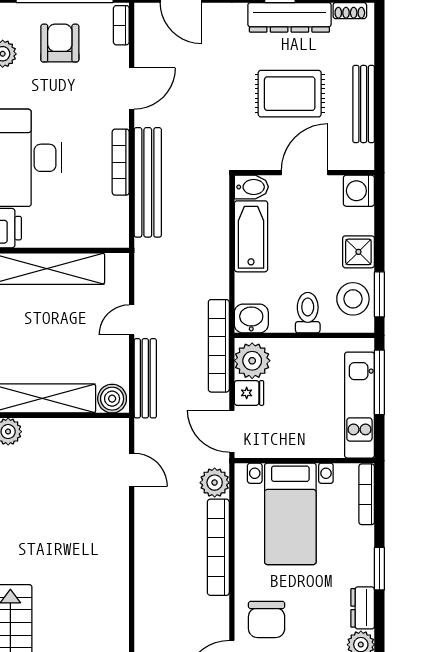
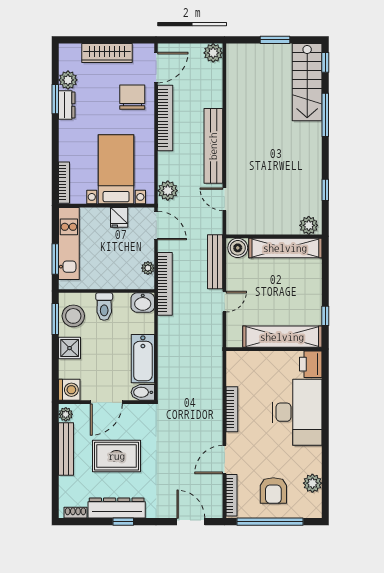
bookcase: (121, 25) -> (231, 495), width x1.56
plant: (364, 155) -> (66, 414), added
bench: (148, 182) -> (213, 146), moved
plant: (252, 361) -> (148, 268), width x0.53, depth x0.53
window: (379, 382) -> (55, 259), width x0.69
fridge: (249, 393) -> (119, 217), moved, turned -90
bookcase: (218, 547) -> (165, 118), moved
window: (379, 569) -> (55, 99), moved

